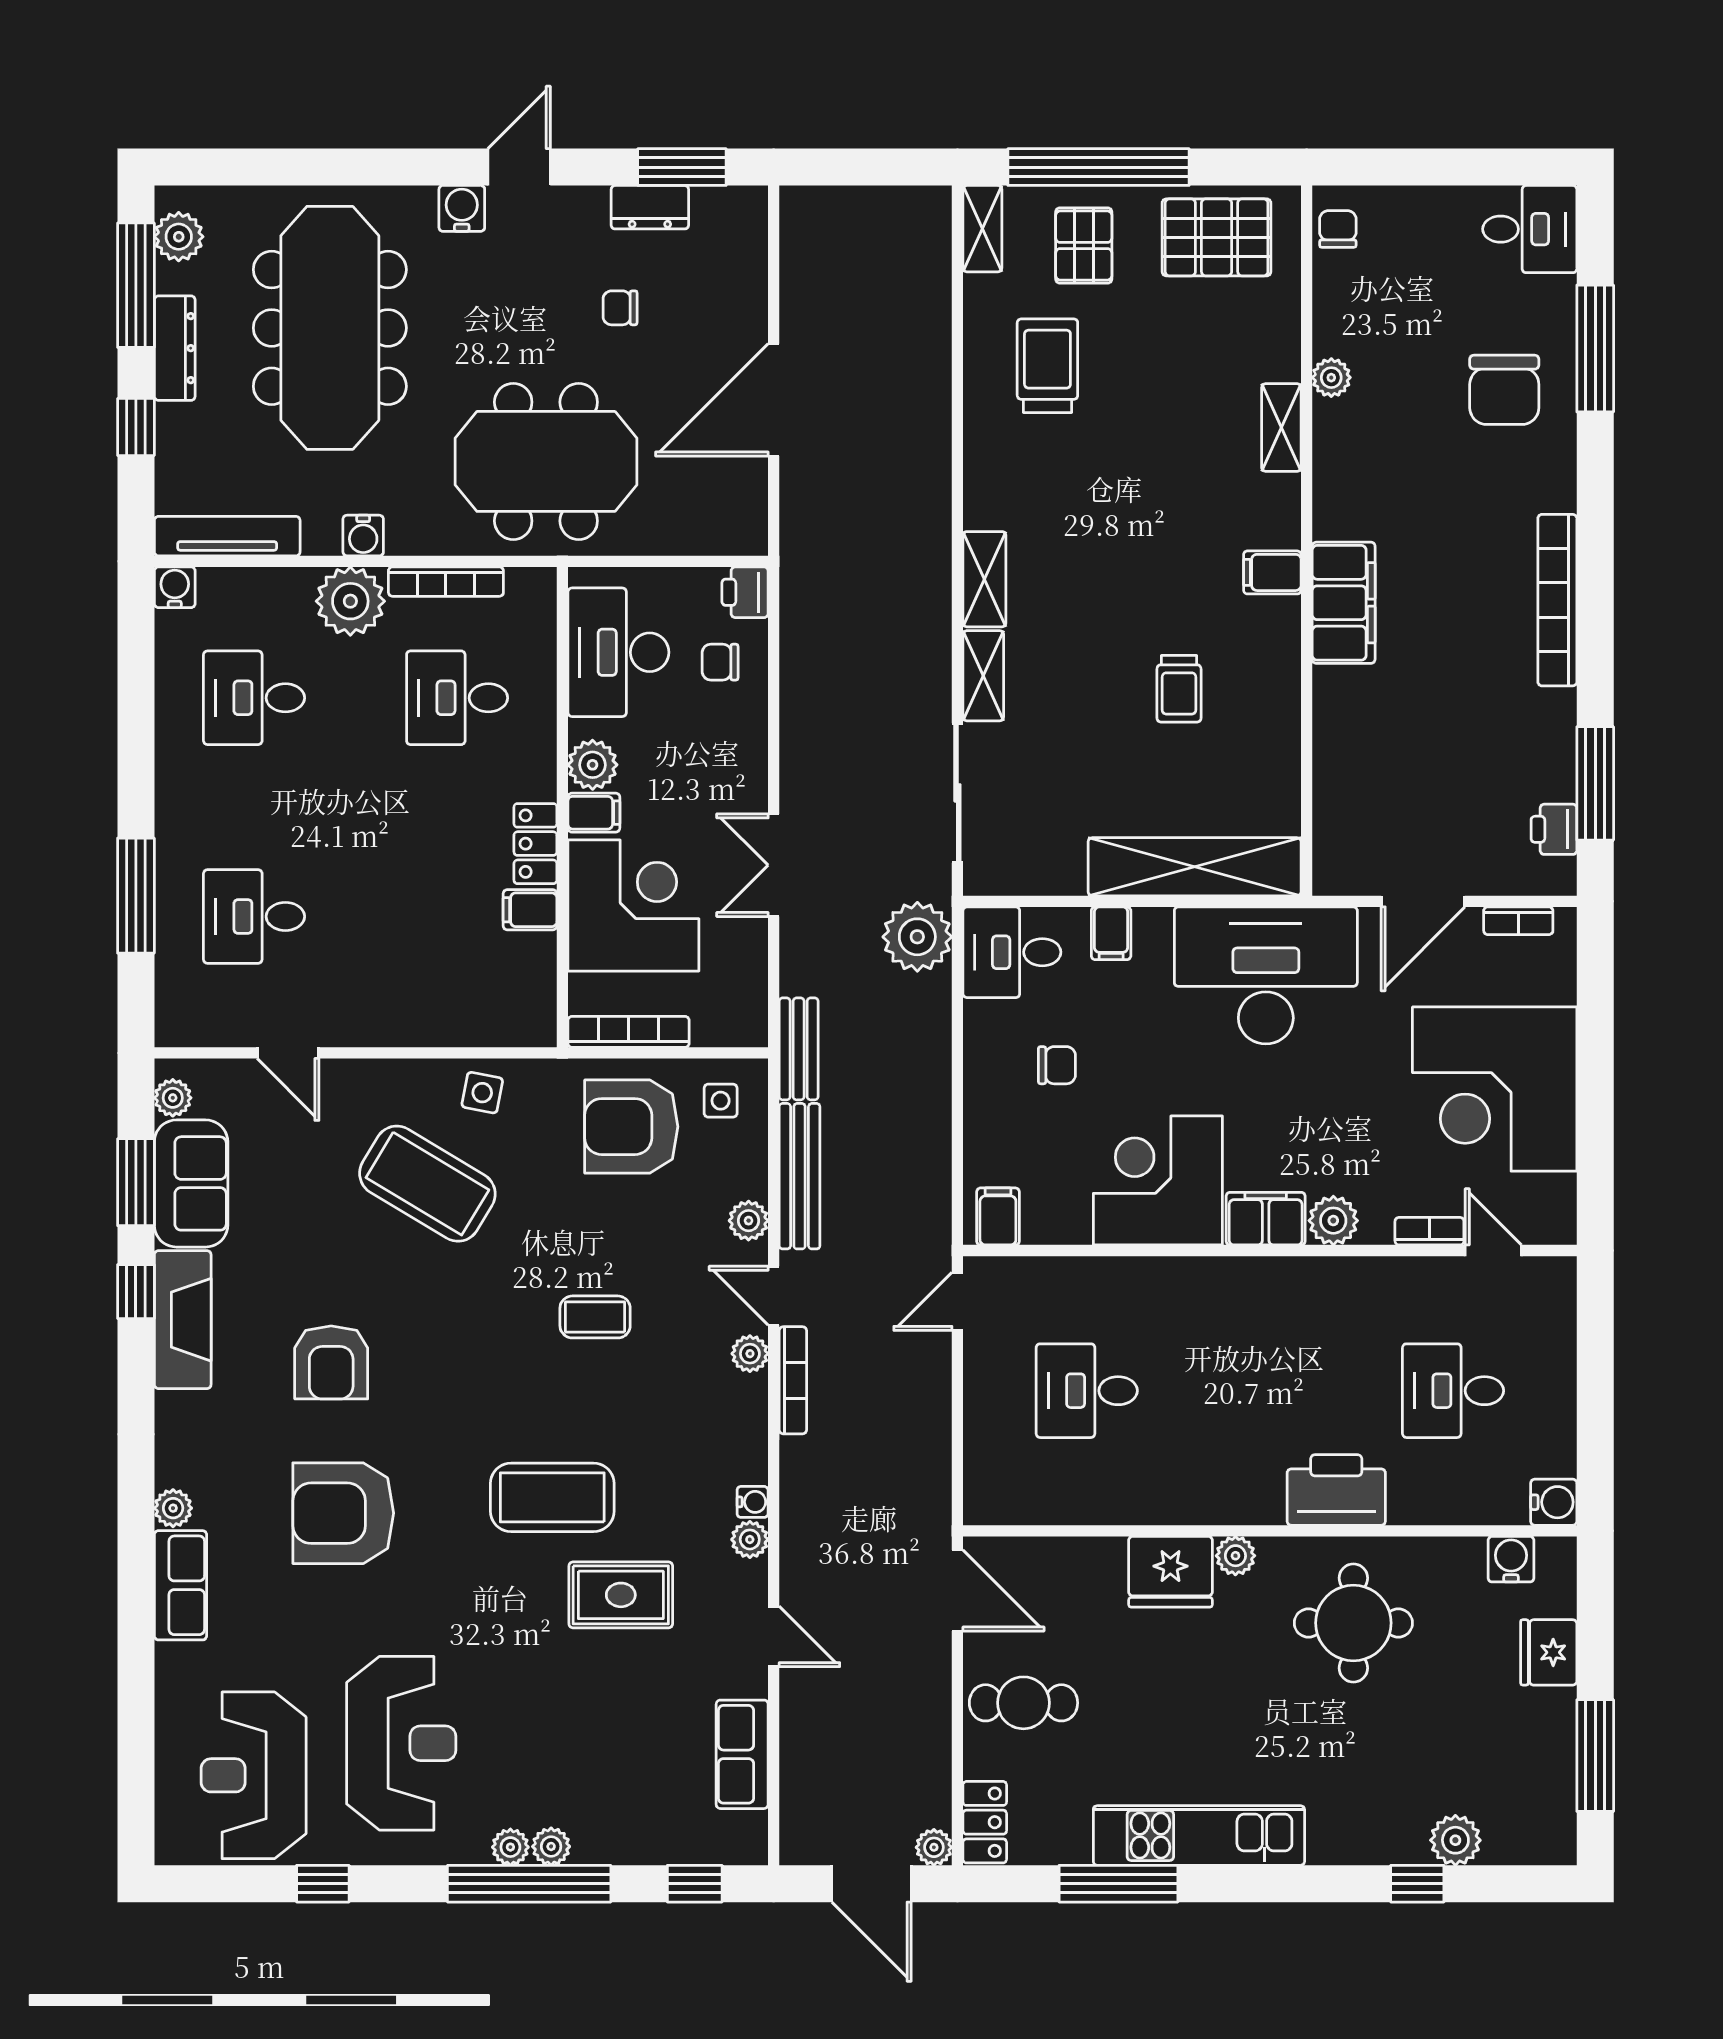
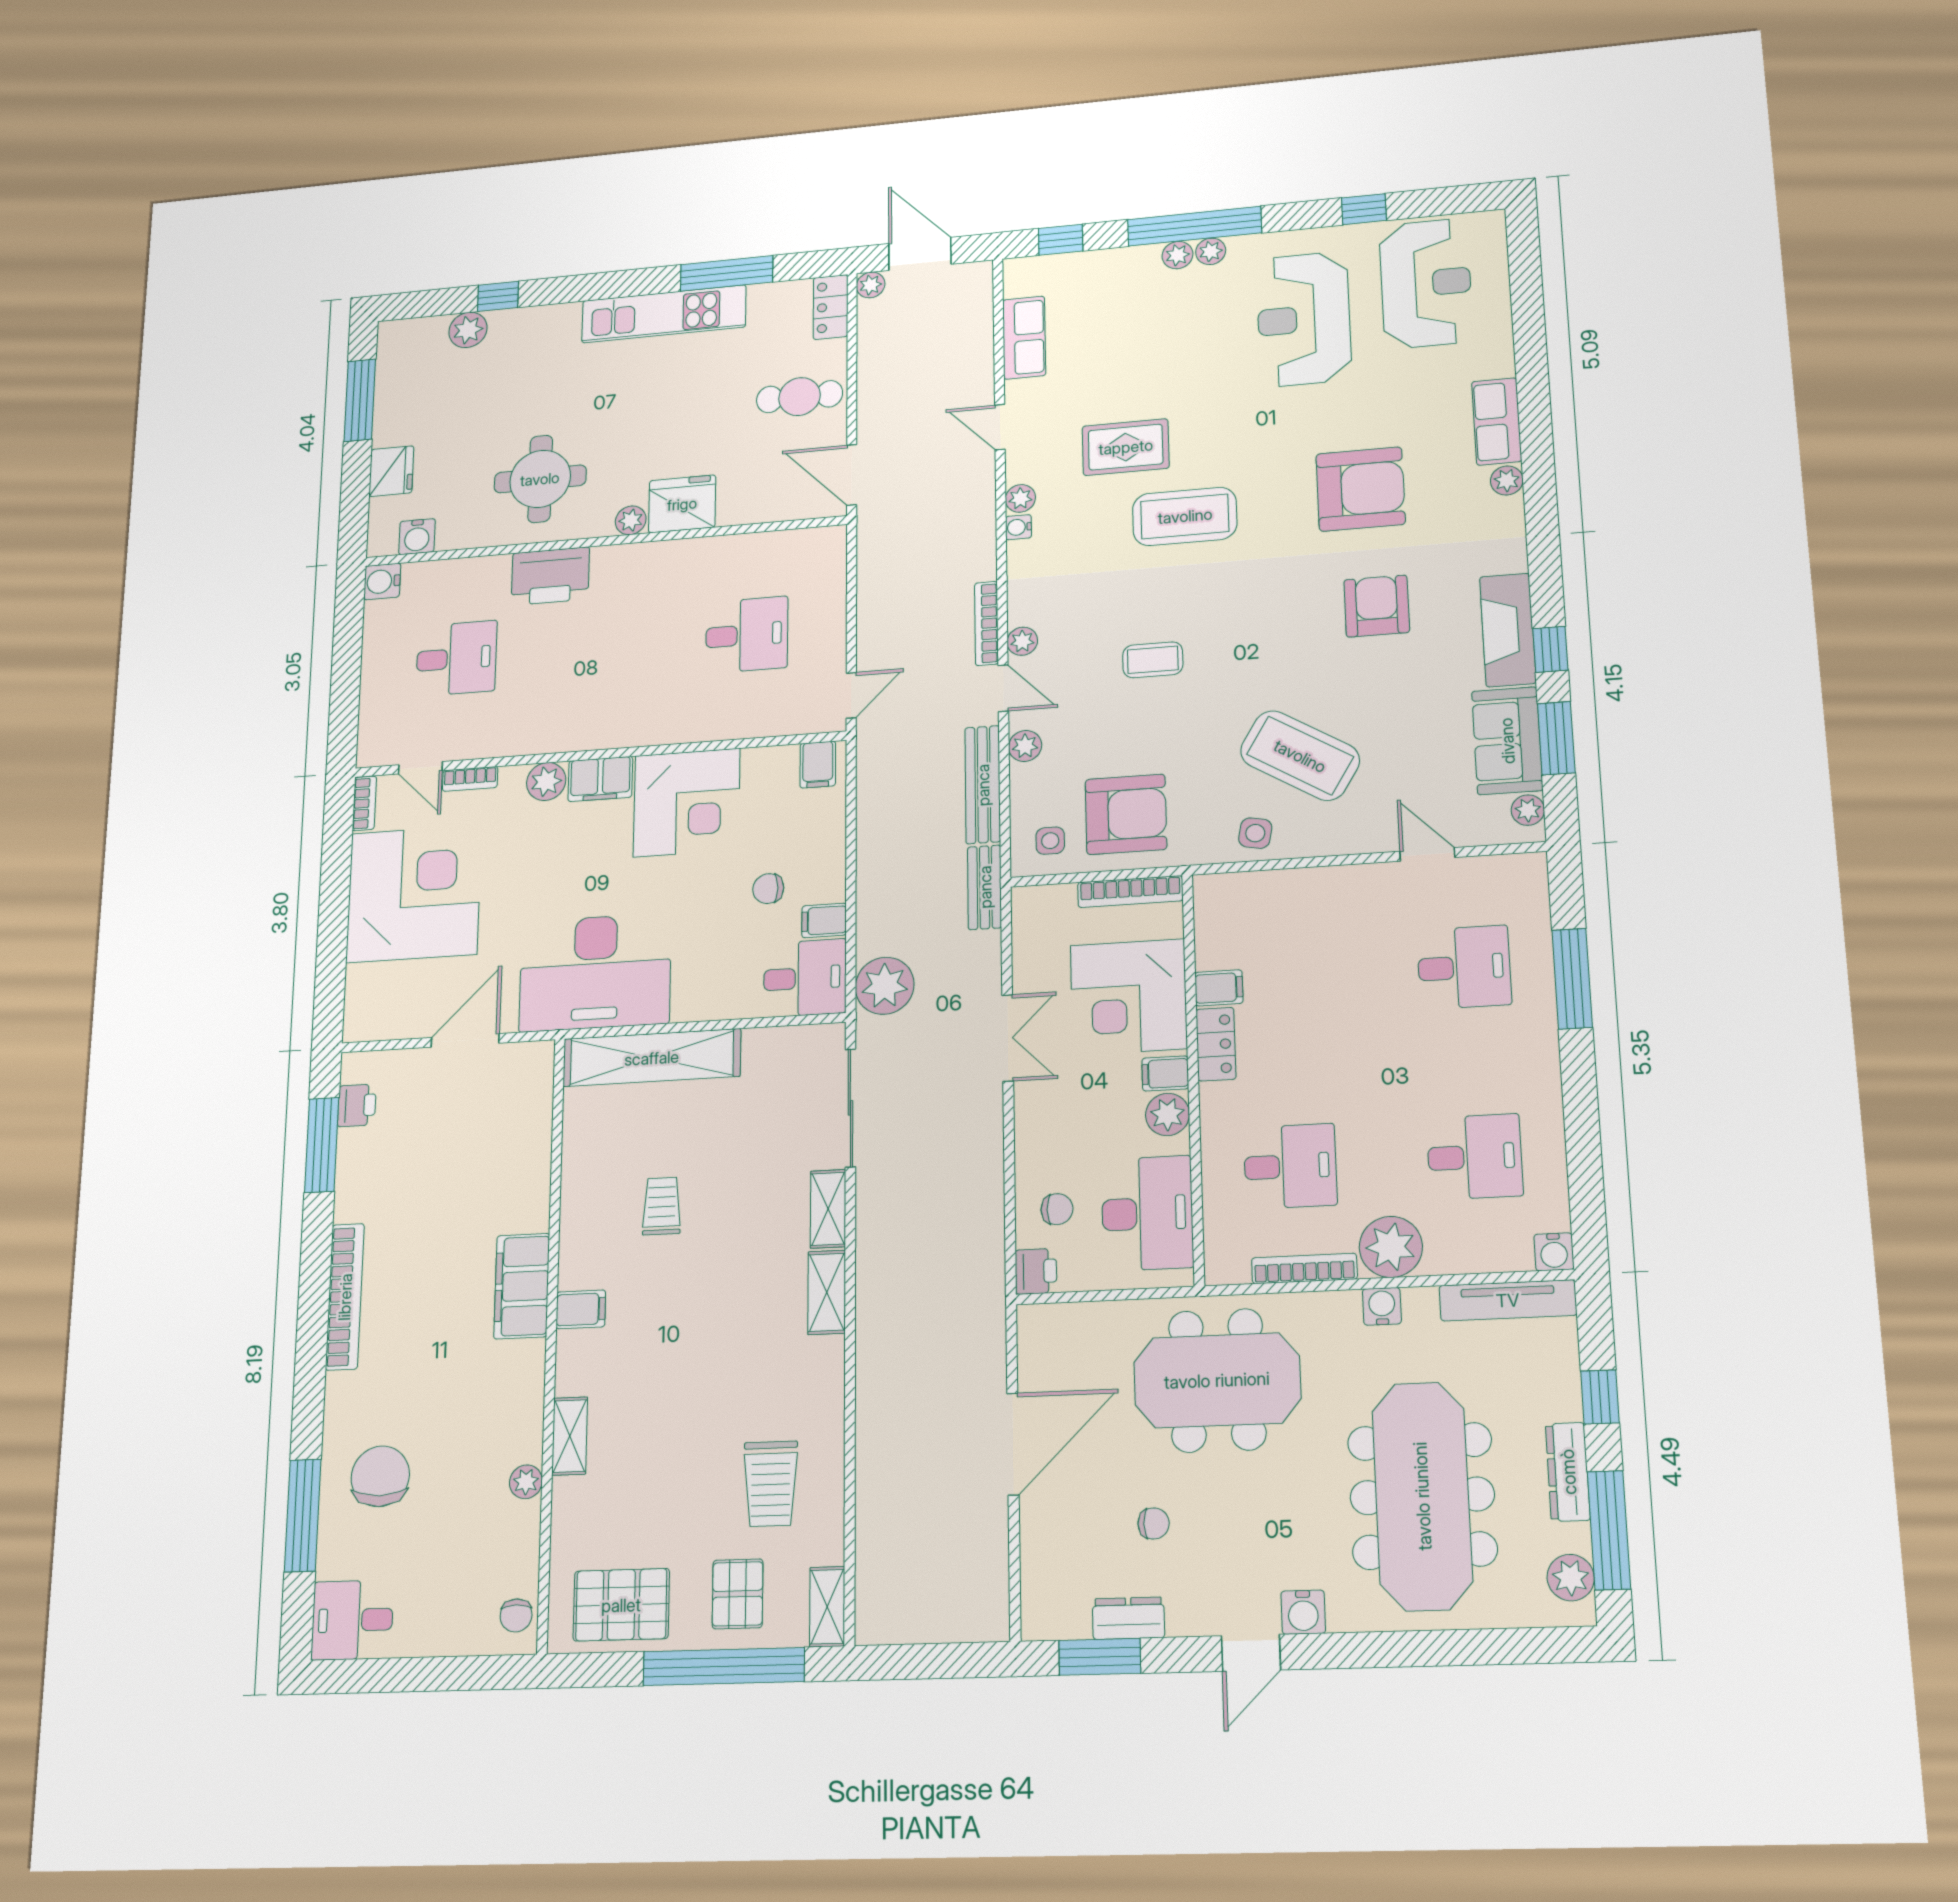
bookcase: (1518, 921) -> (364, 803), moved, turned 90
filing cabinet: (1111, 933) -> (824, 920), moved, turned -90

